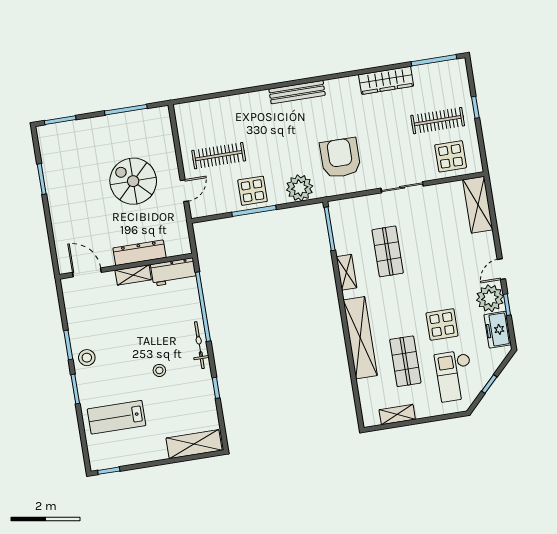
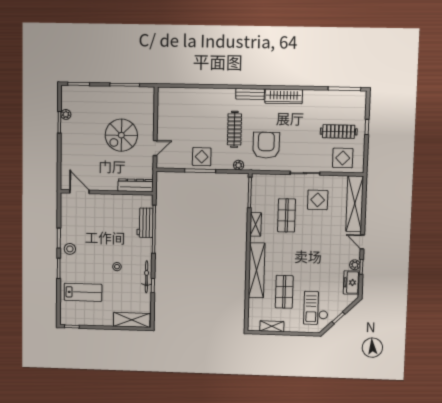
wardrobe: (386, 80) -> (284, 96), moved
bench: (297, 92) -> (250, 94), width x0.73
clothes rail: (219, 156) -> (234, 129), moved, turned 90
plant: (49, 166) -> (66, 114), added
spiral stairs: (133, 181) -> (121, 135), turned -90
plant: (300, 188) -> (239, 165), width x0.53, depth x0.53
shelving: (478, 205) -> (355, 204), width x1.47
dresser: (139, 253) -> (136, 185), moved
door: (501, 269) -> (362, 242), hinge flipped
workbench: (173, 272) -> (145, 223), moved, turned 90
shelving: (133, 275) -> (110, 199), removed
plant: (490, 298) -> (355, 265), width x0.53, depth x0.53
display table: (442, 324) -> (318, 200), moved
bicycle: (199, 345) -> (147, 277), moved
lab bench: (117, 417) -> (83, 292), turned 180

